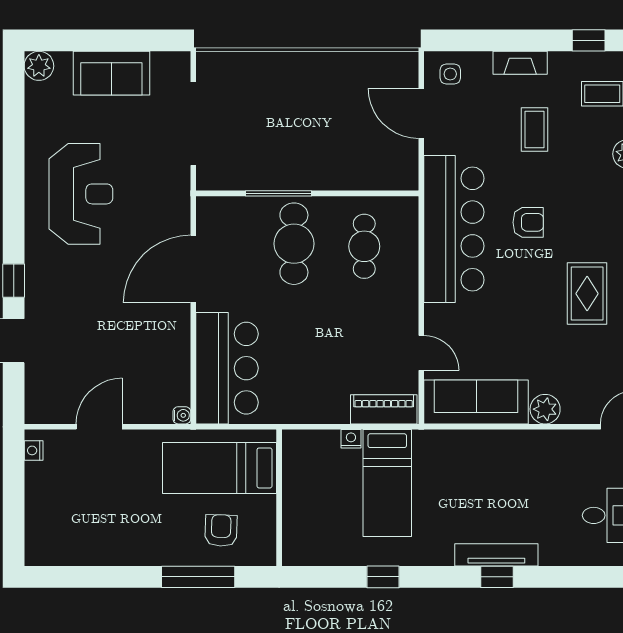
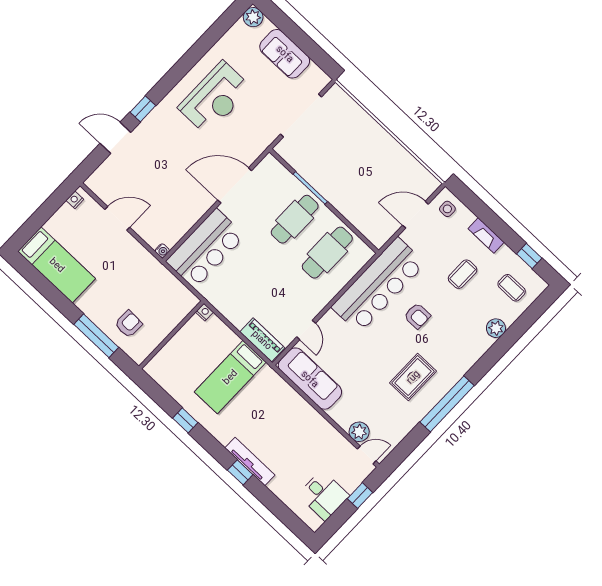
door: (421, 113) -> (415, 215), hinge flipped
cafe table: (364, 246) -> (327, 253), width x1.37, depth x1.35
plant: (545, 409) -> (359, 432), moved
nightstand: (351, 439) -> (204, 312), moved
bed: (220, 468) -> (57, 265), moved, turned 180

